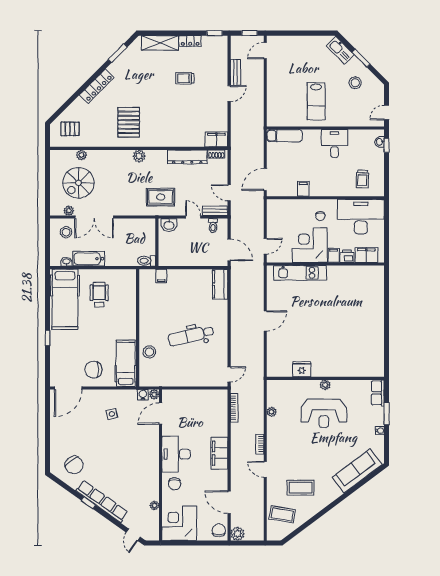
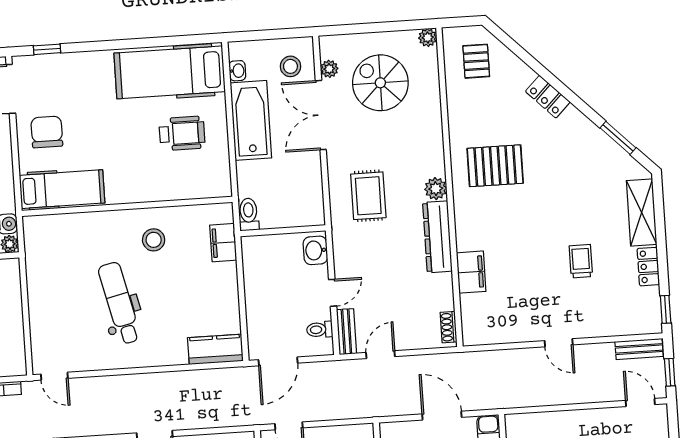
bench: (236, 72) -> (639, 349), moved
locker: (97, 86) -> (548, 97), width x0.66
filing cabinet: (216, 140) -> (471, 272), moved
plant: (81, 155) -> (428, 38), moved
dresser: (187, 157) -> (437, 237), moved
door: (265, 180) -> (442, 416), moved
rug: (161, 197) -> (368, 196), moved
bathtub: (89, 259) -> (251, 120), width x1.36, depth x1.36
filing cabinet: (161, 276) -> (223, 243), width x2.00
window: (48, 338) -> (47, 49), moved
stool: (149, 352) -> (154, 240), moved

